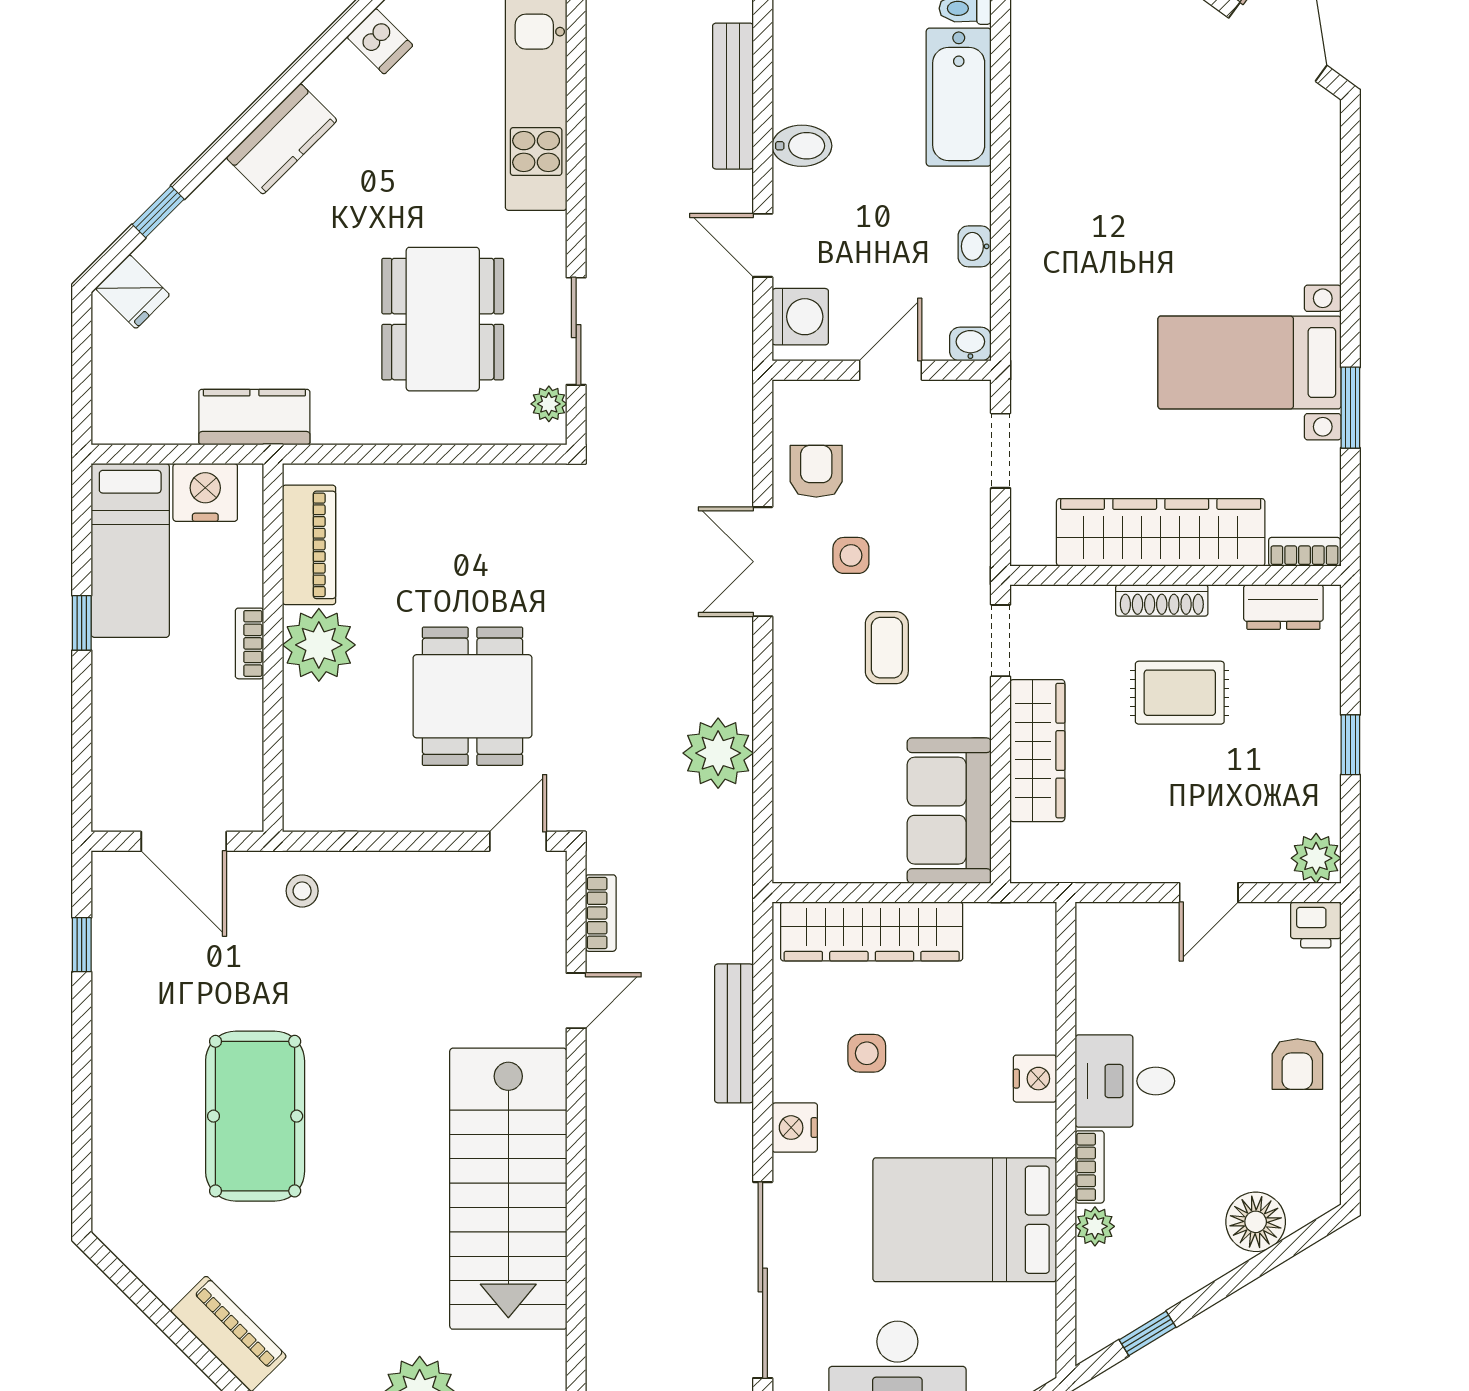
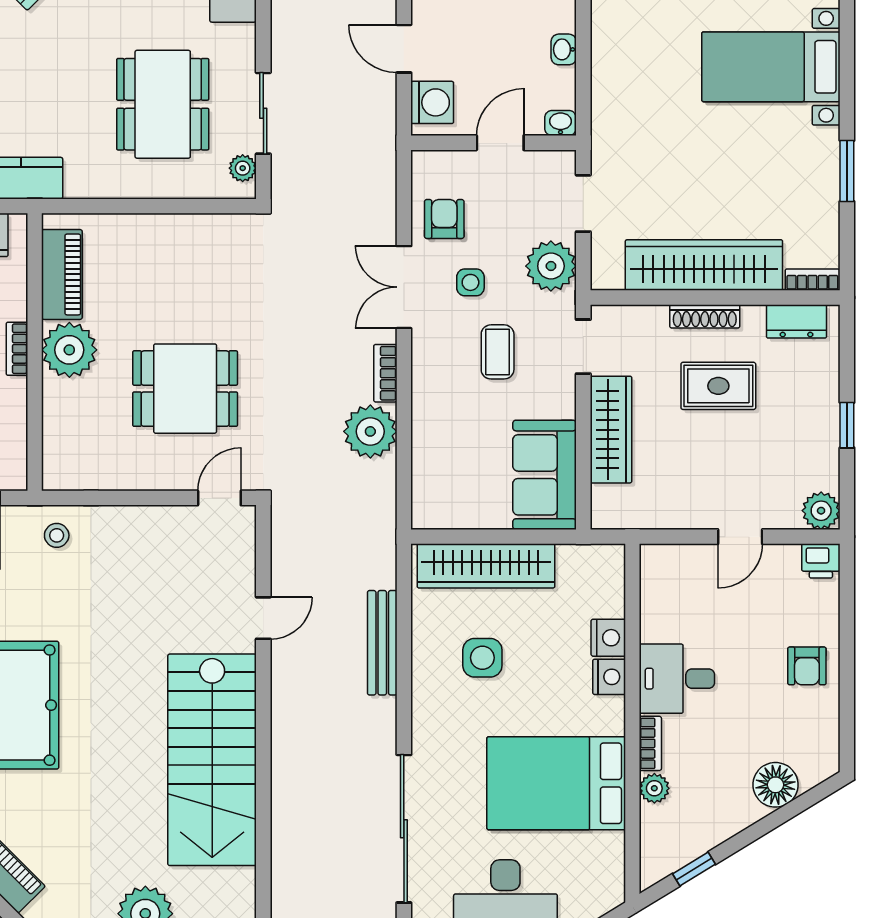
bed with nightstands: (1249, 363) -> (771, 67), moved
plant: (958, 534) -> (551, 266), added
dining table: (472, 696) -> (185, 389), turned 90
bookcase: (601, 913) -> (385, 373), moved, turned 180
side table: (867, 1053) -> (482, 658), width x1.37, depth x1.37
nightstand: (795, 1128) -> (608, 638), moved, turned 180

